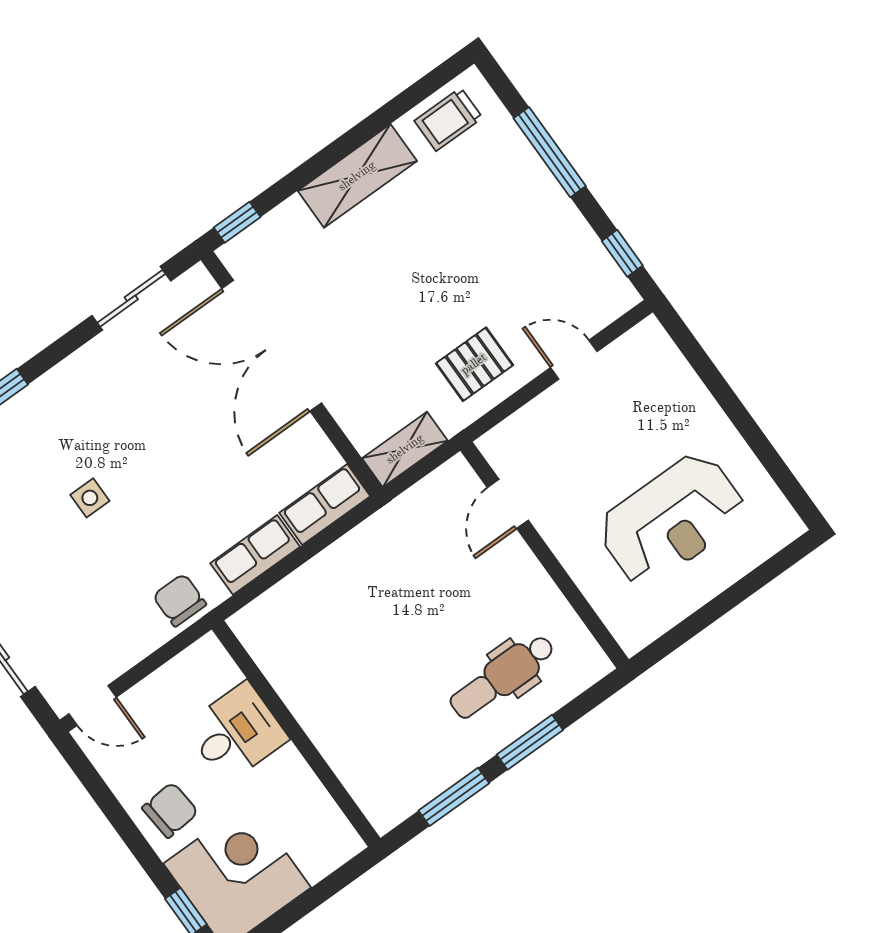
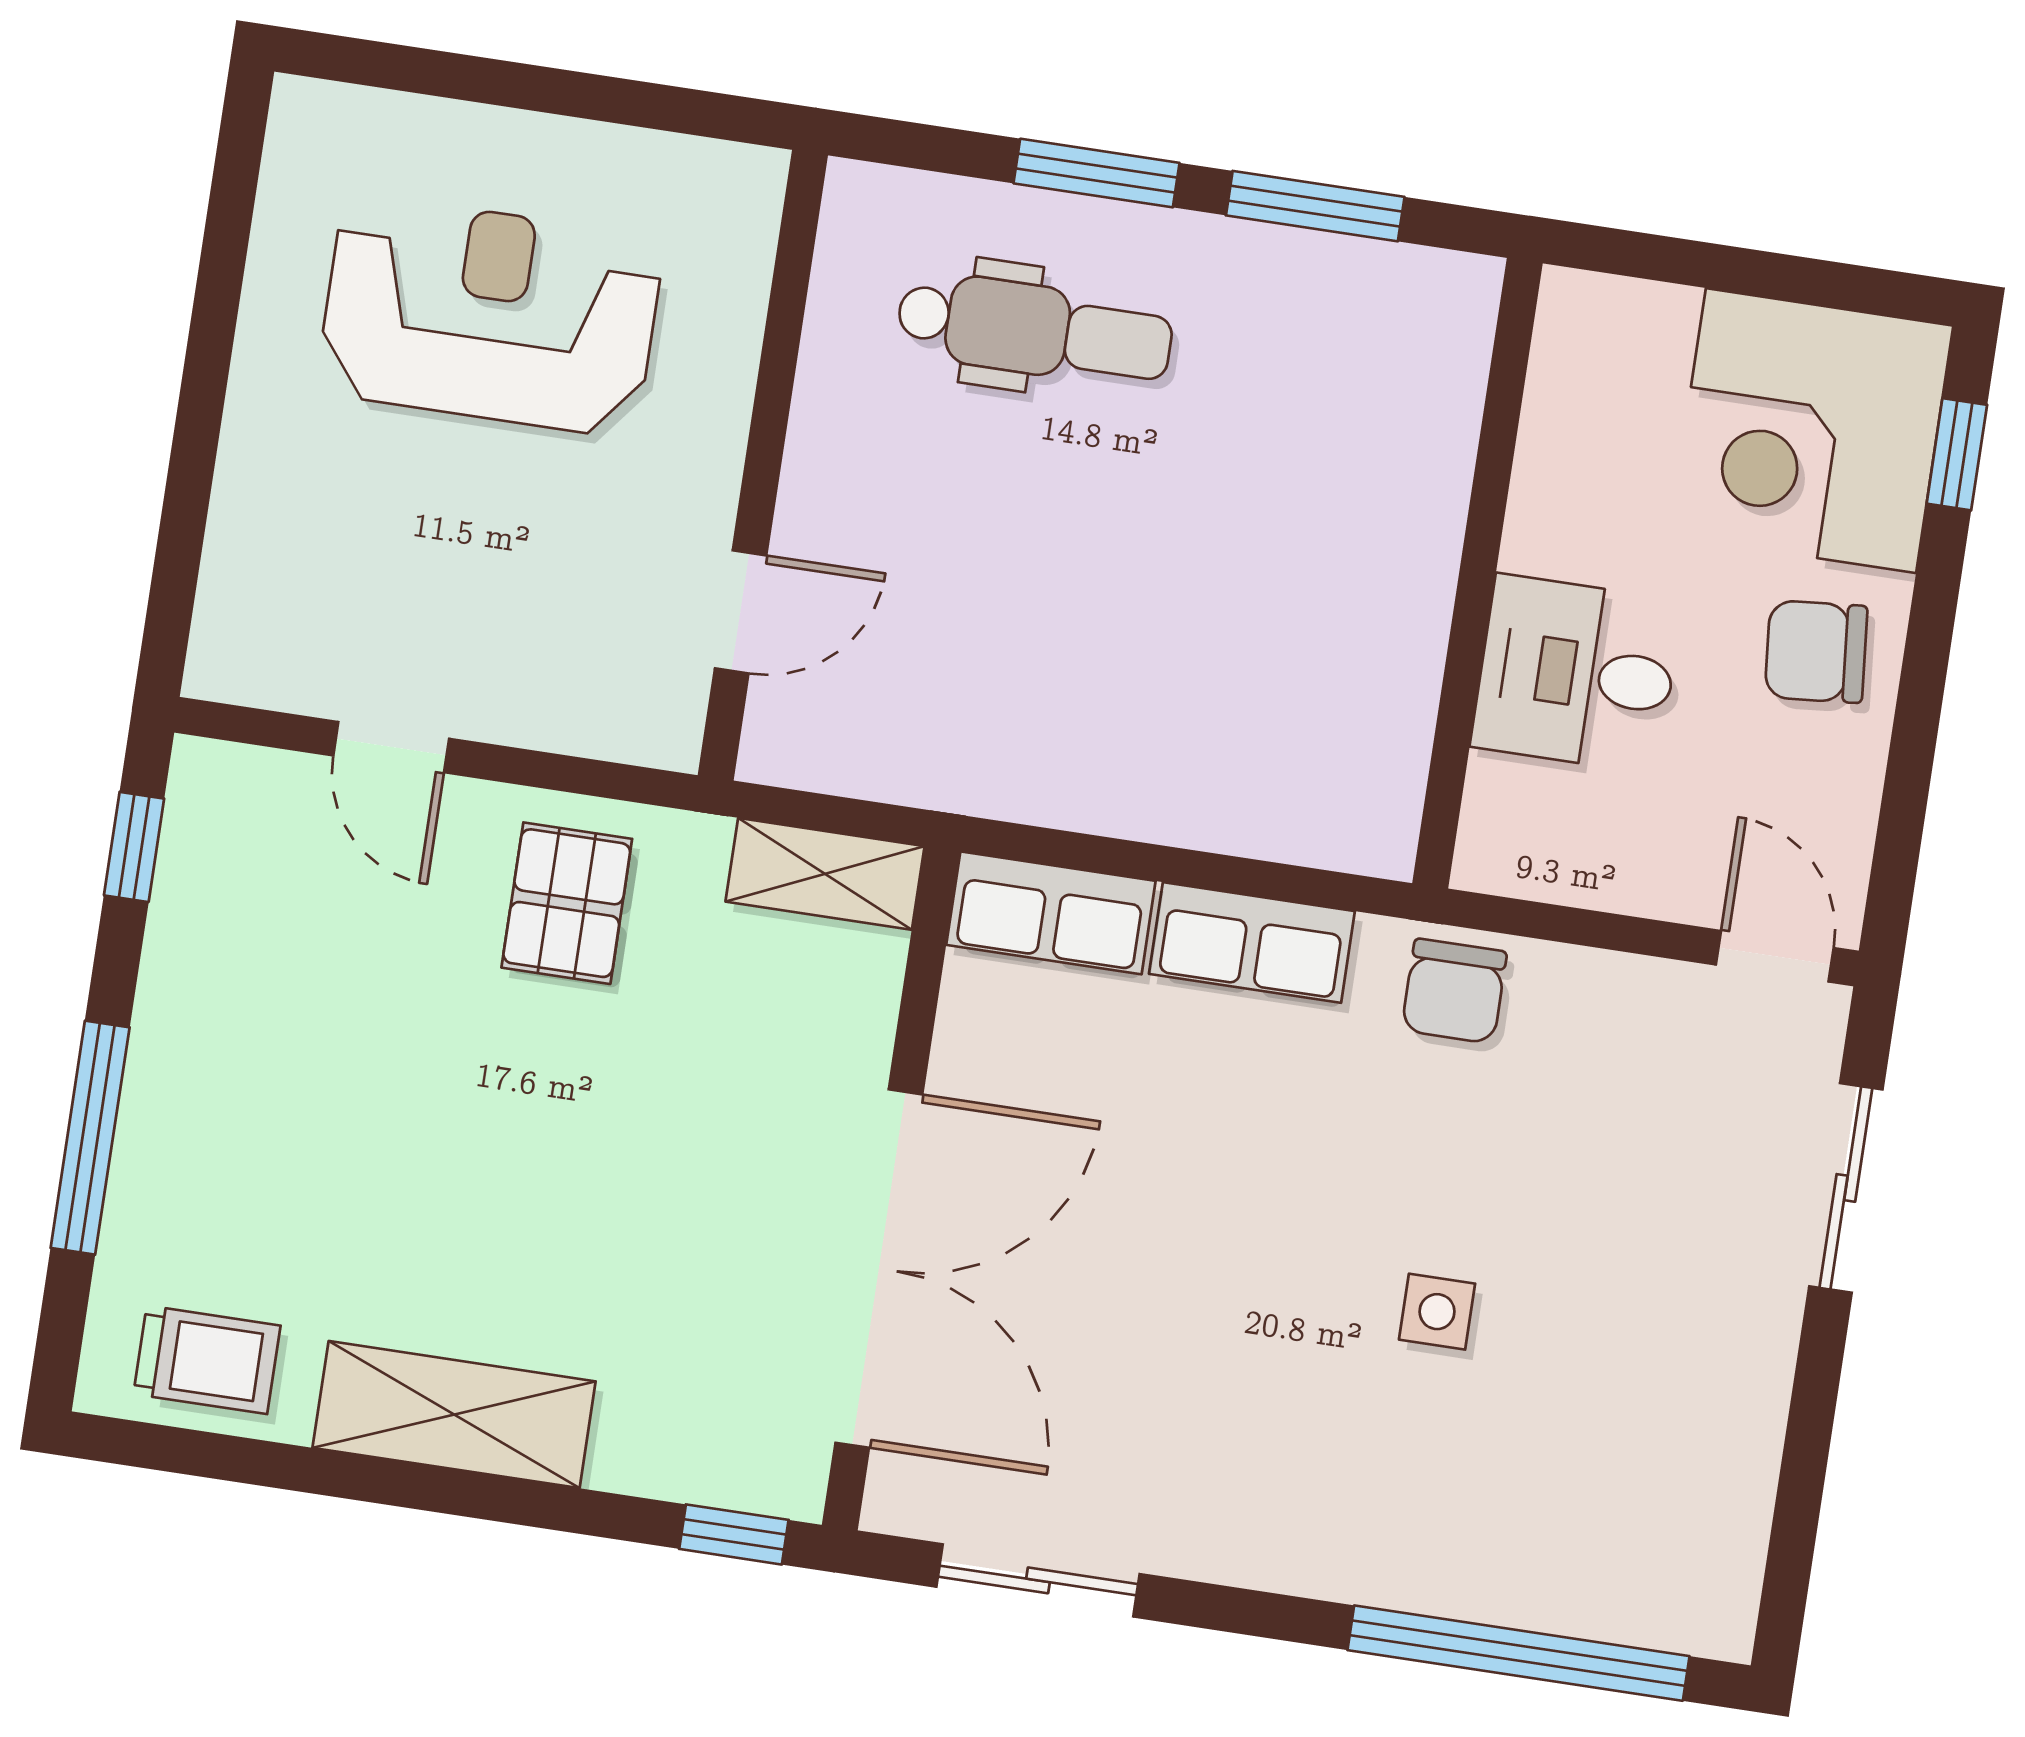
pallet: (474, 364) -> (567, 903), turned 90

